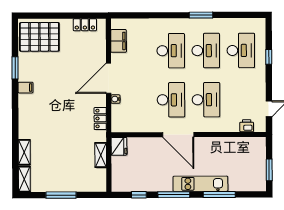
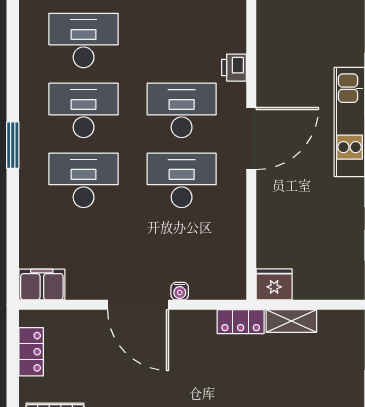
window: (201, 15) -> (13, 145), moved
filing cabinet: (119, 41) -> (42, 285), moved
locker: (100, 118) -> (241, 322), moved
printer: (247, 126) -> (234, 68), moved
door: (178, 135) -> (251, 139), moved

